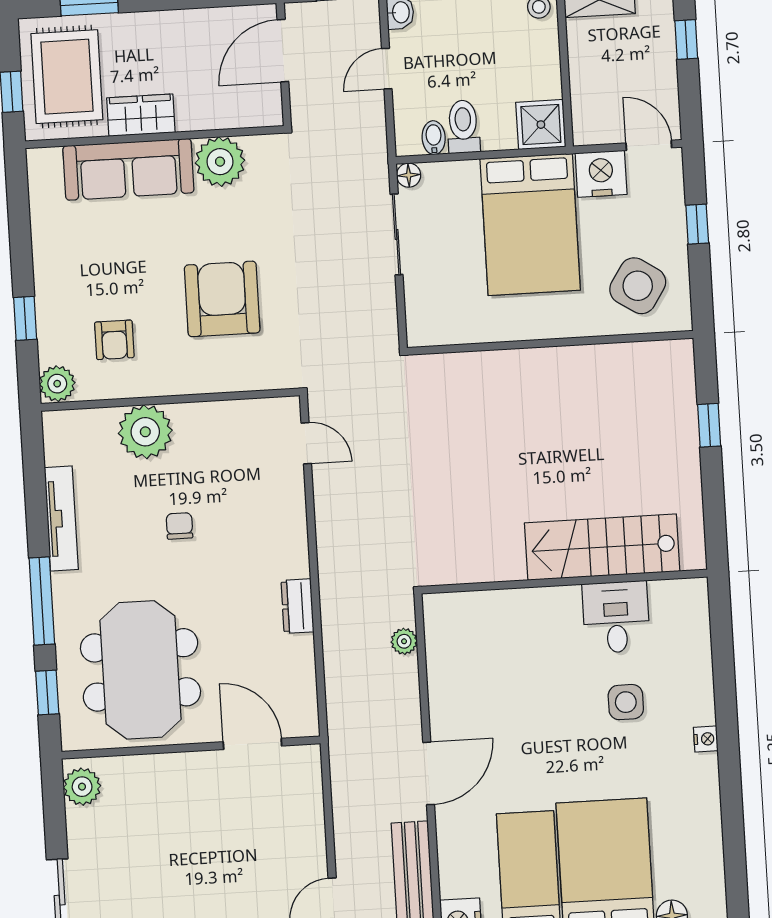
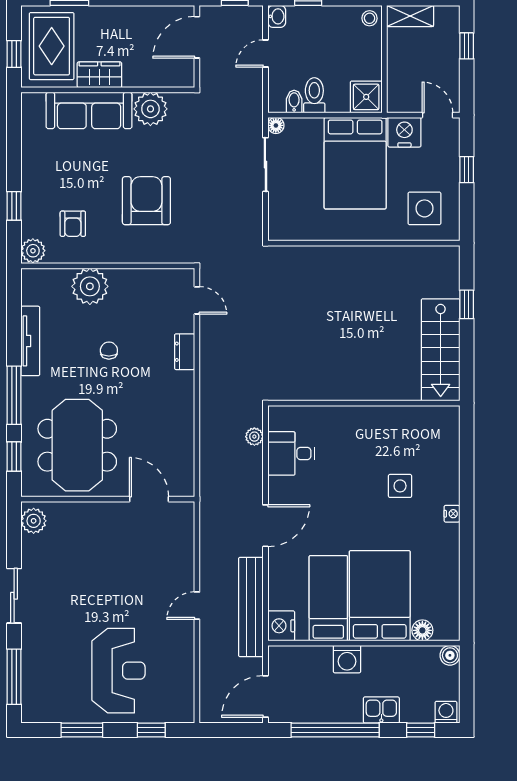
side table: (638, 286) -> (424, 208), turned -33
stairs: (602, 547) -> (441, 350), moved, turned -90
dresser: (298, 606) -> (185, 352), moved
desk: (616, 617) -> (291, 453), moved, turned -90

